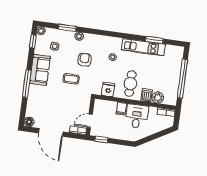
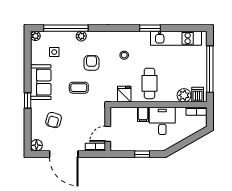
window: (67, 28) -> (66, 28), width x2.11
window: (154, 40) -> (150, 28), moved
window: (33, 41) -> (28, 50), removed
kitchen unit: (143, 47) -> (176, 38), moved
window: (27, 84) -> (28, 101), width x0.46
dishwasher: (147, 95) -> (198, 95), moved
armchair: (46, 103) -> (54, 120), added
window: (101, 140) -> (142, 154), moved

